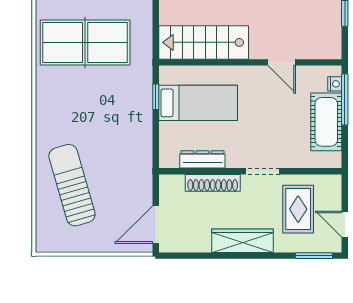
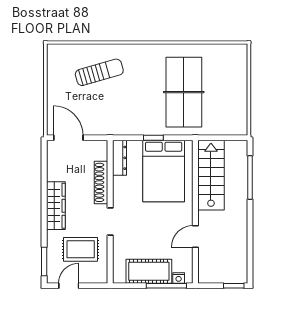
table tennis table: (85, 42) -> (184, 92), moved
window: (156, 97) -> (153, 138), moved
bed: (198, 103) -> (164, 171), width x1.50
dresser: (202, 159) -> (119, 158), moved
sun lounger: (72, 185) -> (99, 72), width x0.73, depth x0.75

